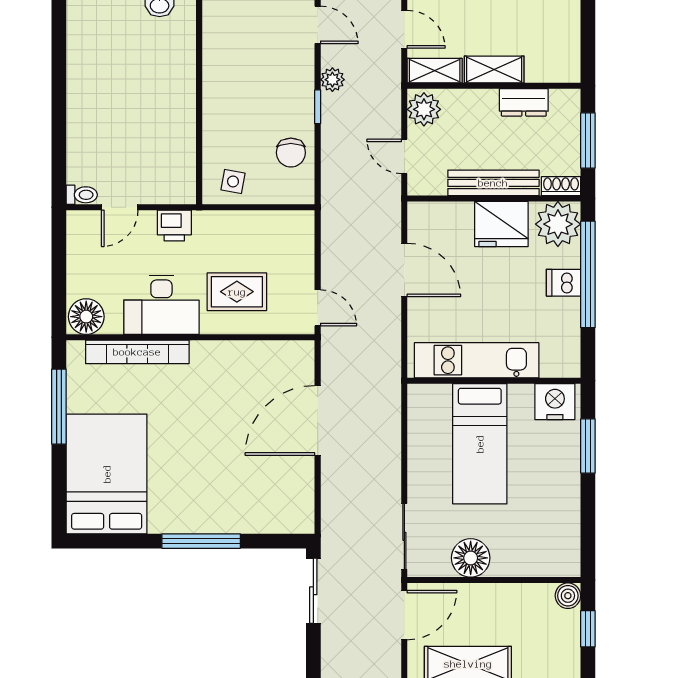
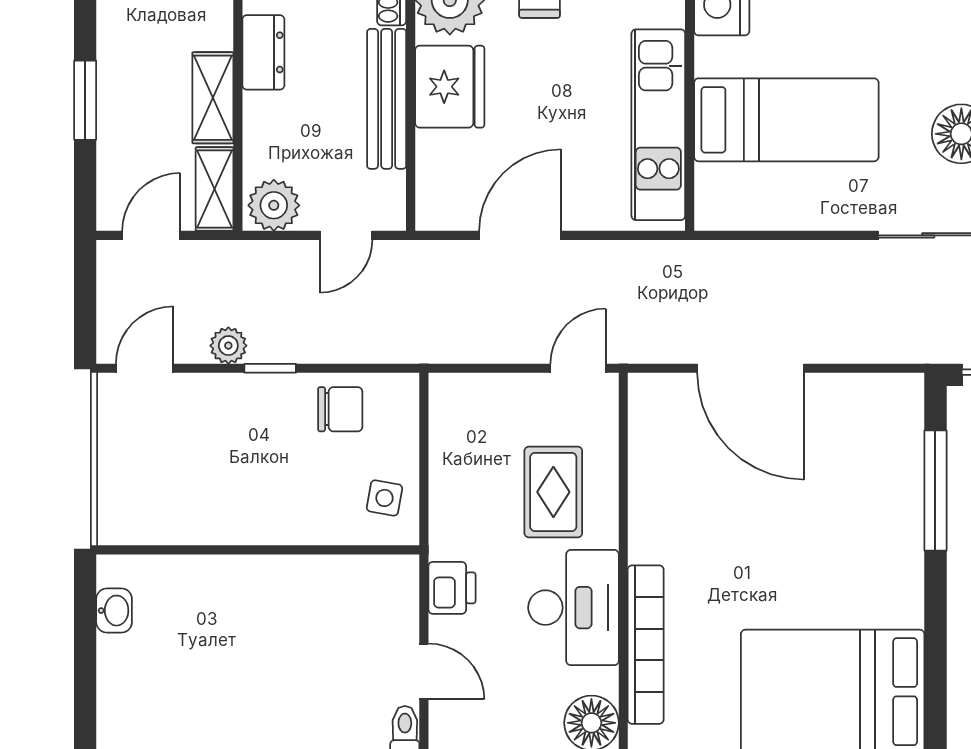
window: (201, 541) -> (935, 491), moved

